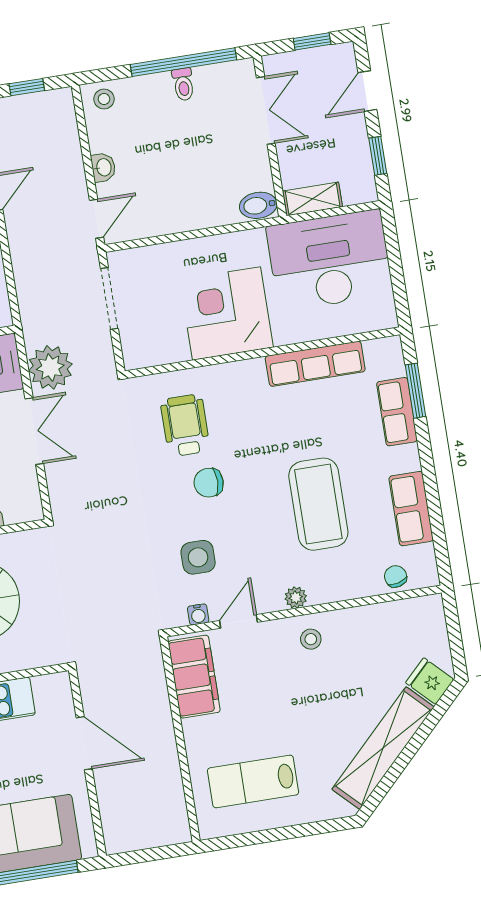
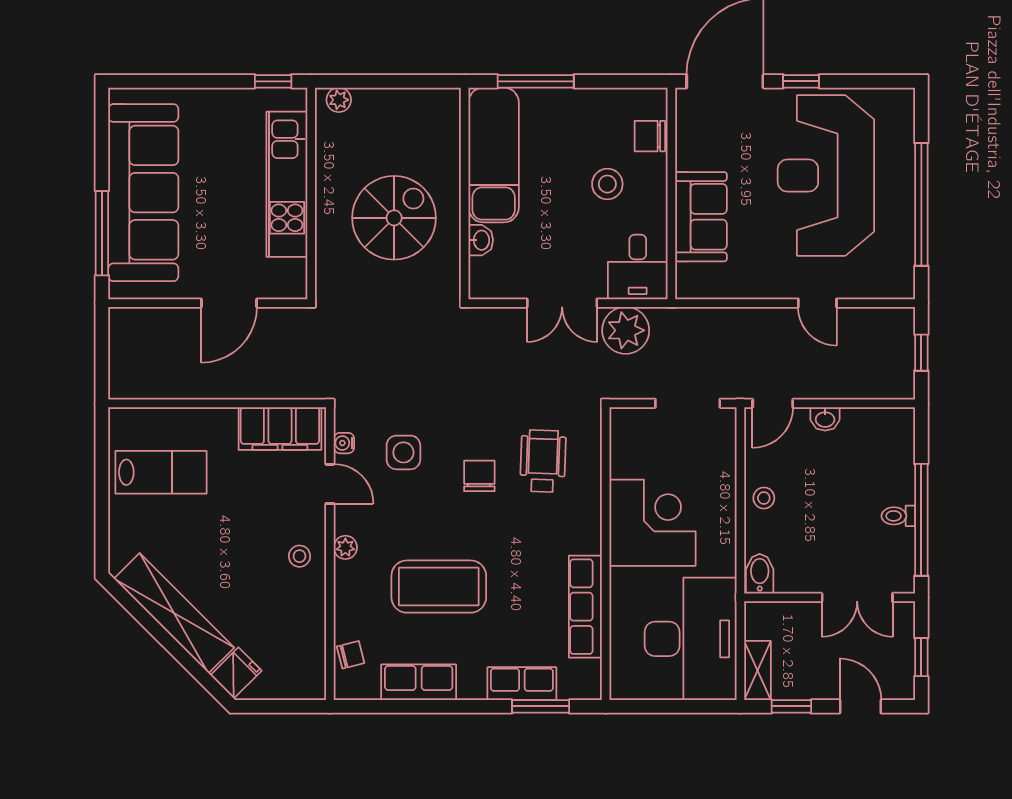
stool: (104, 99) -> (764, 498), moved
shelving: (313, 199) -> (757, 671), moved
door: (97, 219) -> (773, 403), hinge flipped
wheelchair: (185, 425) -> (543, 461), turned -88
lab bench: (253, 781) -> (161, 472), turned 90

